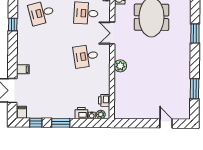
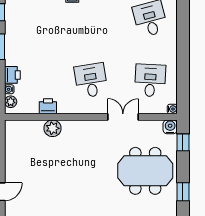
plant: (120, 66) -> (53, 128), moved
printer: (104, 100) -> (48, 106), moved

